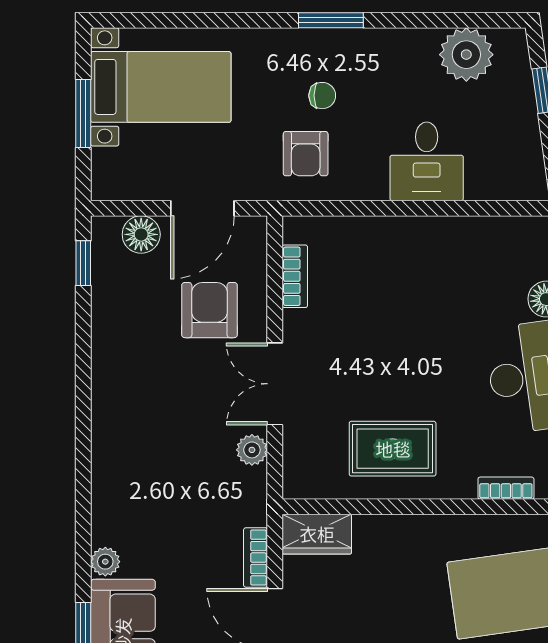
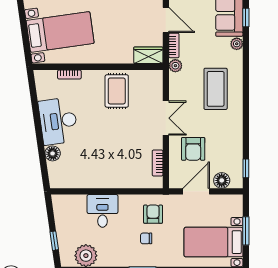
rug: (393, 449) -> (117, 91), turned 90
plant: (252, 450) -> (175, 66), moved
coffee table: (156, 454) -> (216, 89), added

